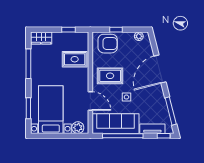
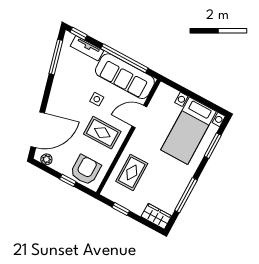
armchair: (108, 44) -> (86, 170), turned 90
rug: (75, 59) -> (132, 172), turned 90
door: (160, 69) -> (38, 130), moved
door: (90, 101) -> (139, 116), hinge flipped
plant: (78, 128) -> (169, 94), removed

